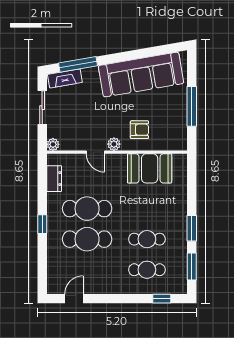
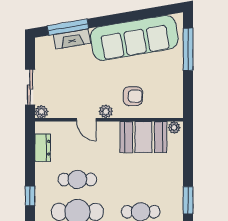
fireplace: (65, 78) -> (72, 39), moved
window: (192, 106) -> (188, 49), moved
sliding door: (42, 108) -> (30, 87), moved
plant: (179, 159) -> (174, 128), added
cafe table: (87, 209) -> (77, 179), width x0.73, depth x0.74

